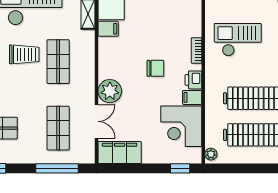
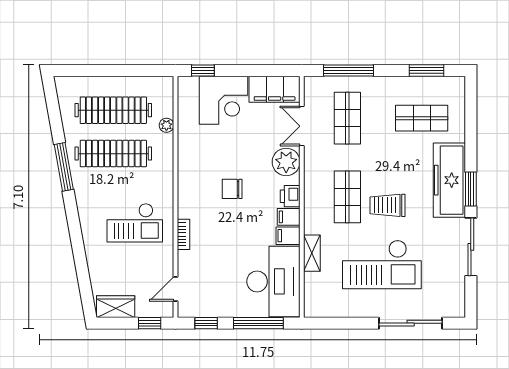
bookcase: (197, 50) -> (183, 234), moved
printer: (193, 80) -> (290, 196), moved, turned 180
filing cabinet: (192, 97) -> (289, 217), moved, turned 180
corner desk: (181, 126) -> (223, 100), moved, turned 90
plant: (211, 154) -> (166, 125), moved

